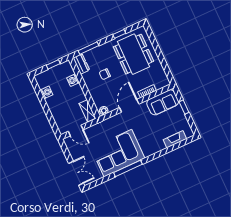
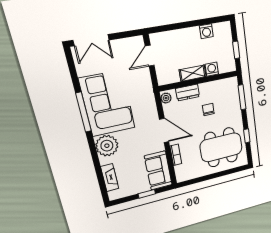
dresser: (81, 64) -> (188, 93), moved
shelving: (87, 111) -> (193, 73), moved
plant: (150, 147) -> (107, 146), added

